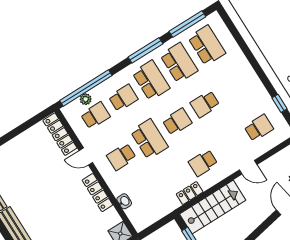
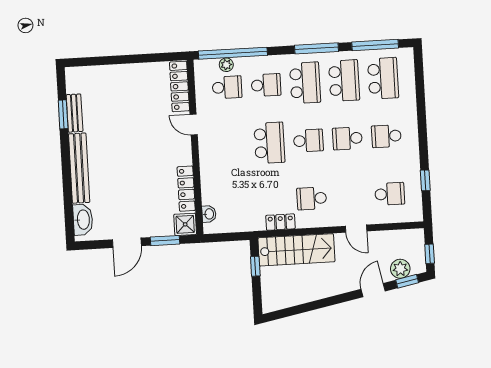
school desk: (121, 157) -> (386, 136), moved
locker: (98, 193) -> (186, 189), moved
washbasin: (124, 201) -> (209, 214), moved

